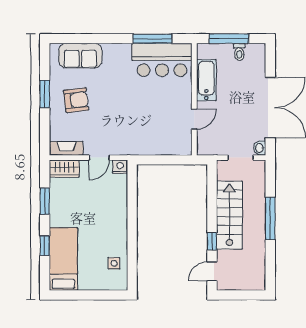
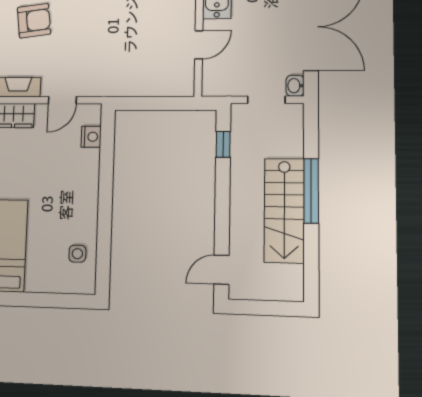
nightstand: (120, 167) -> (91, 137), moved, turned 90
stairs: (229, 215) -> (284, 210), moved, turned 180
window: (212, 241) -> (223, 144), moved

